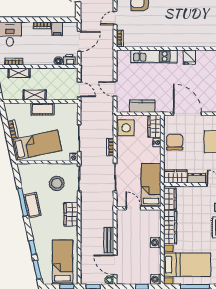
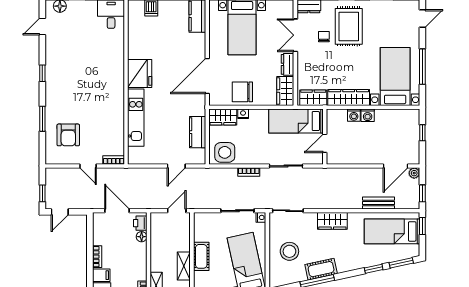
filing cabinet: (57, 29) -> (101, 275), moved
fridge: (189, 57) -> (140, 74), width x1.88, depth x1.34
stool: (57, 183) -> (289, 251), moved
bench: (109, 240) -> (379, 203), moved
washing machine: (156, 279) -> (354, 115), moved

